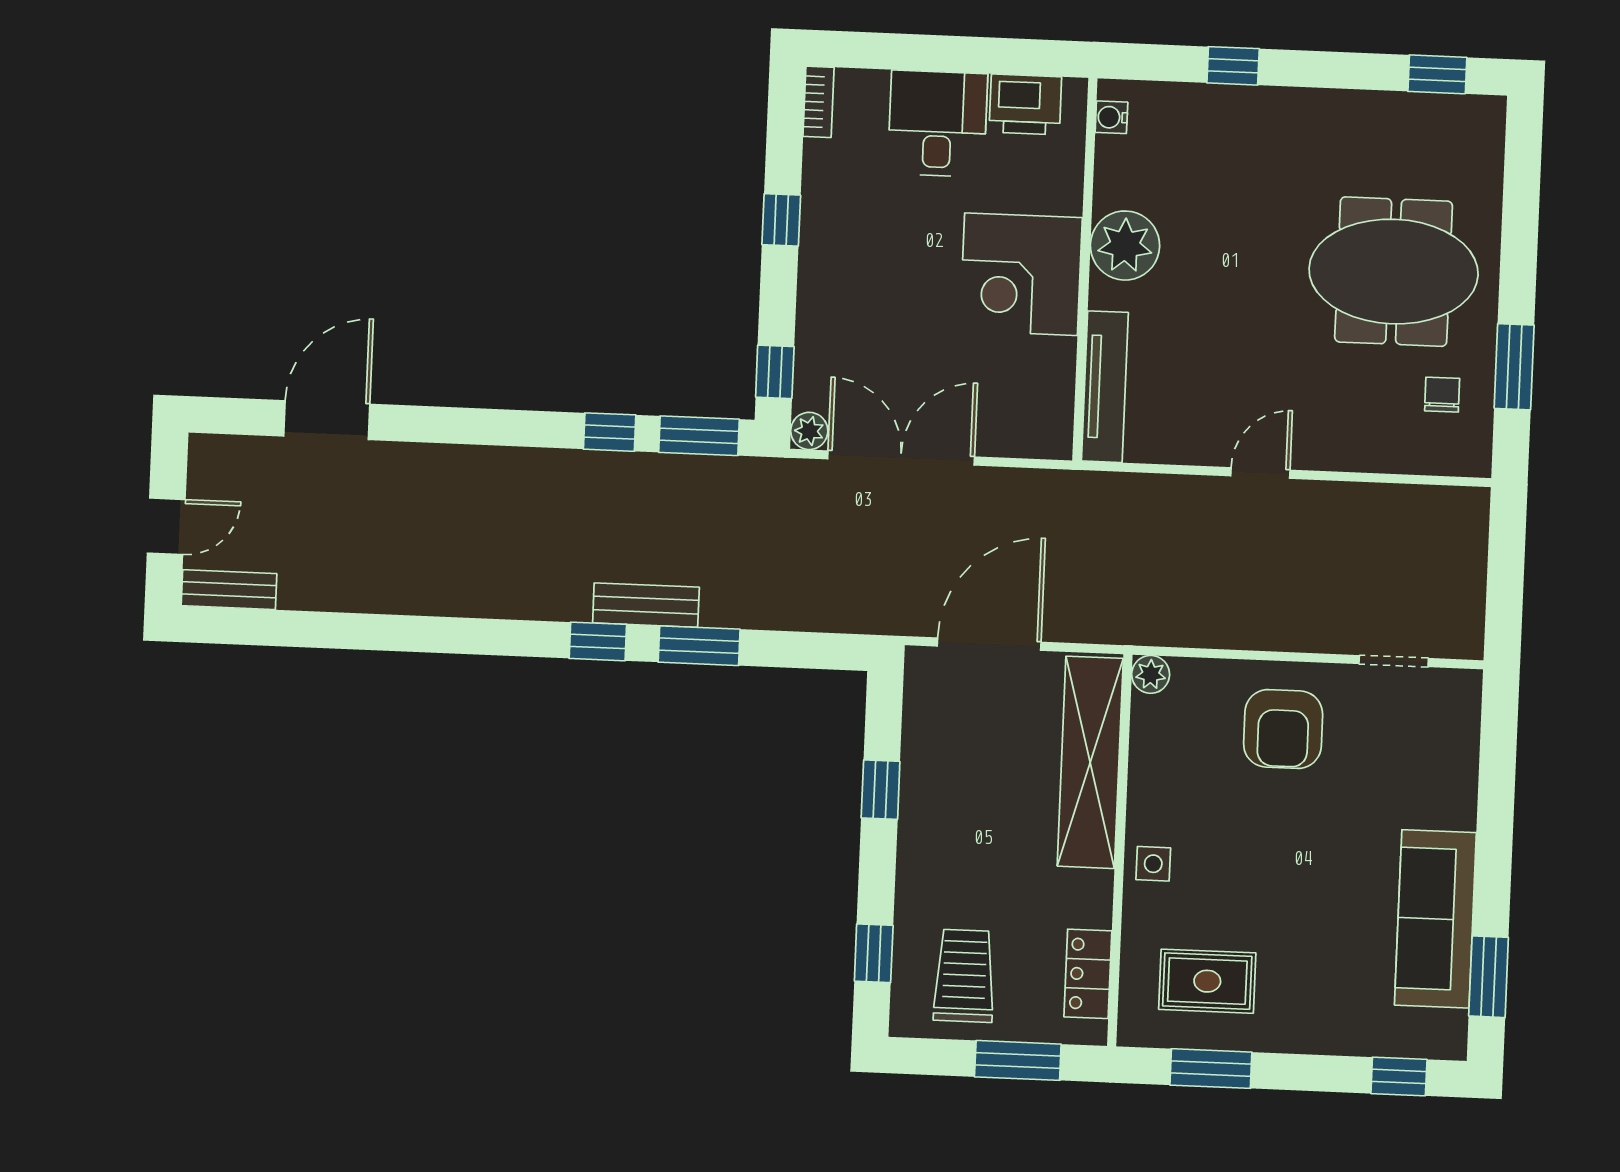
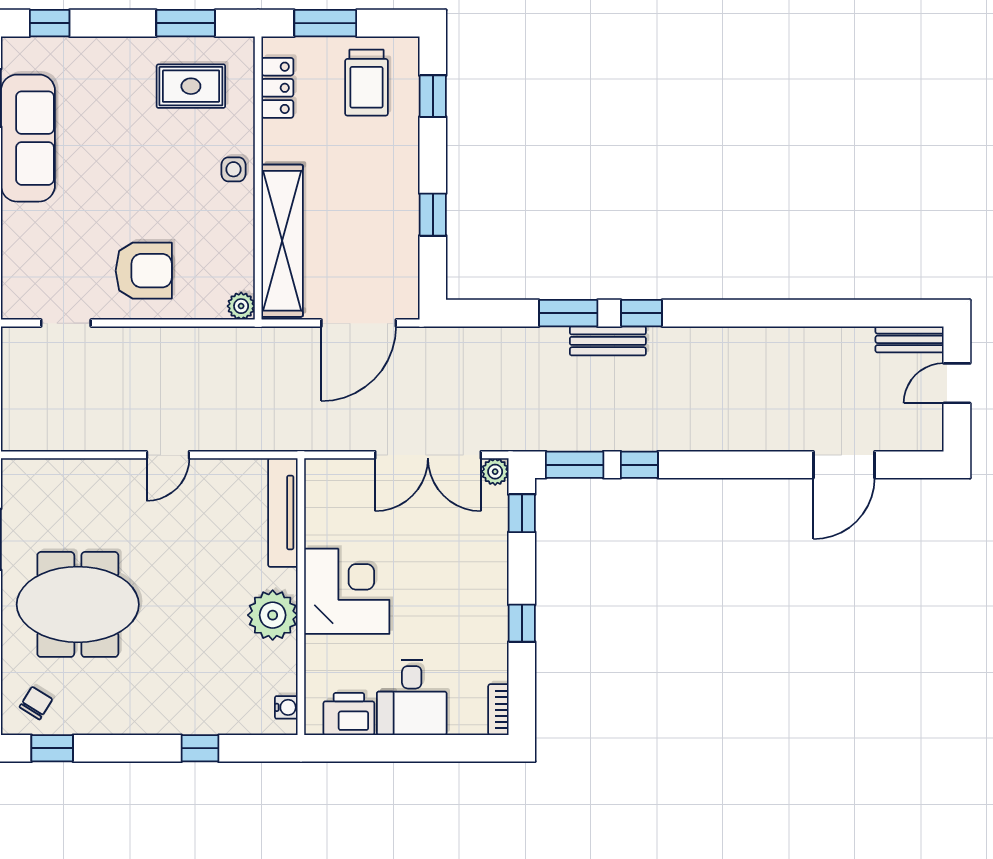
chair: (1442, 395) -> (36, 703), moved, turned -148
armchair: (1283, 729) -> (144, 271), turned 90

